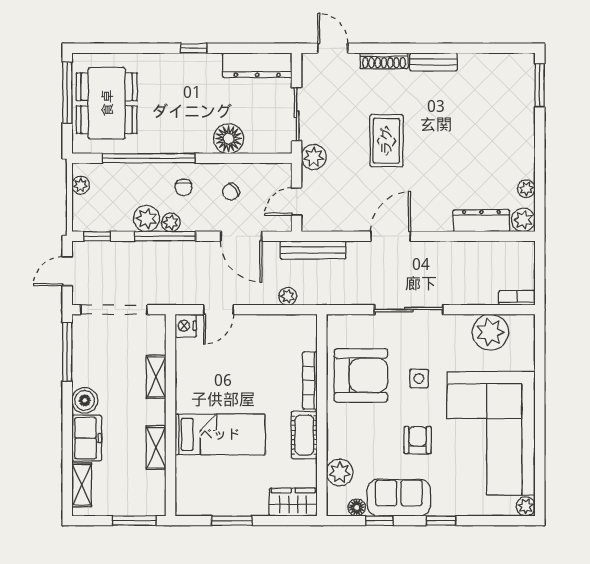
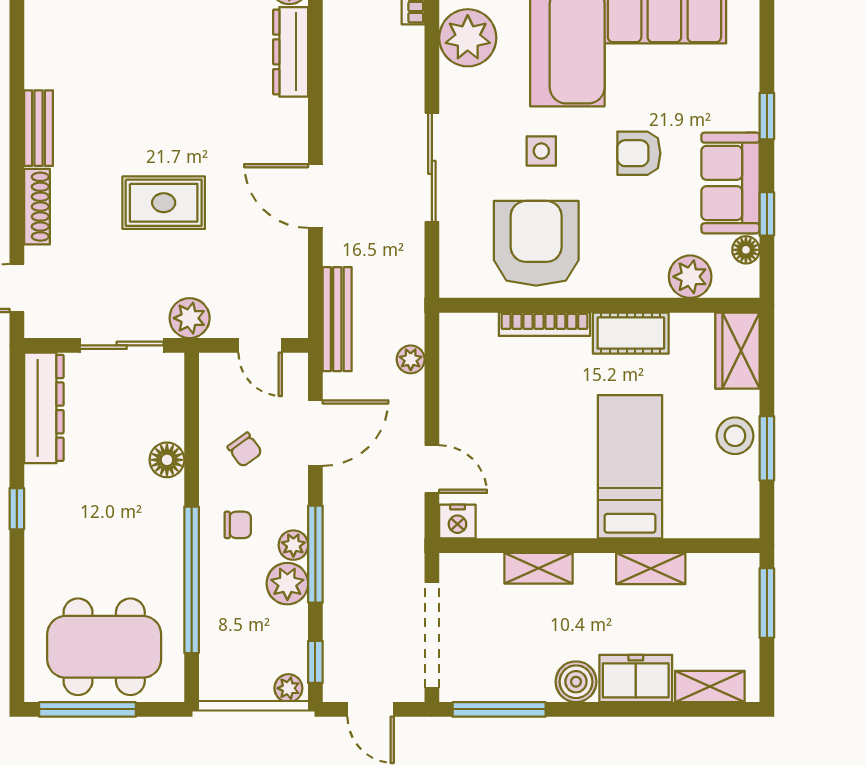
floor lamp: (229, 139) -> (167, 460), width x0.73, depth x0.73
plant: (81, 185) -> (288, 688), moved
stool: (240, 501) -> (735, 436), added

